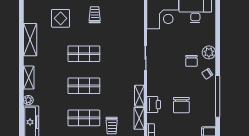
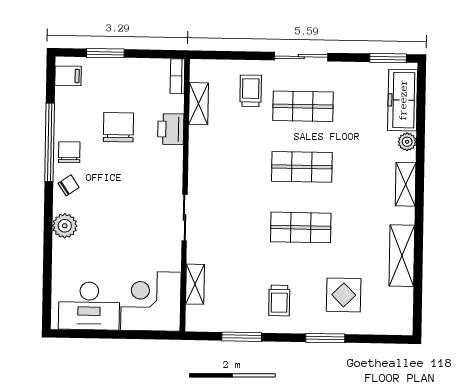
chair: (191, 61) -> (69, 152), moved
shelving: (139, 96) -> (195, 284), moved

